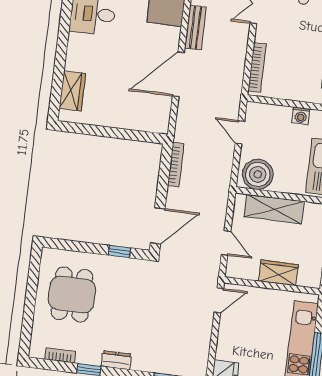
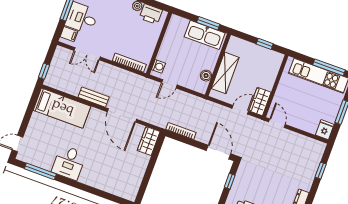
wardrobe: (72, 91) -> (149, 141), moved, turned -90
washing machine: (301, 116) -> (158, 66), moved
boiler: (258, 174) -> (206, 76), width x0.54, depth x0.54
wardrobe: (278, 273) -> (260, 101), moved

